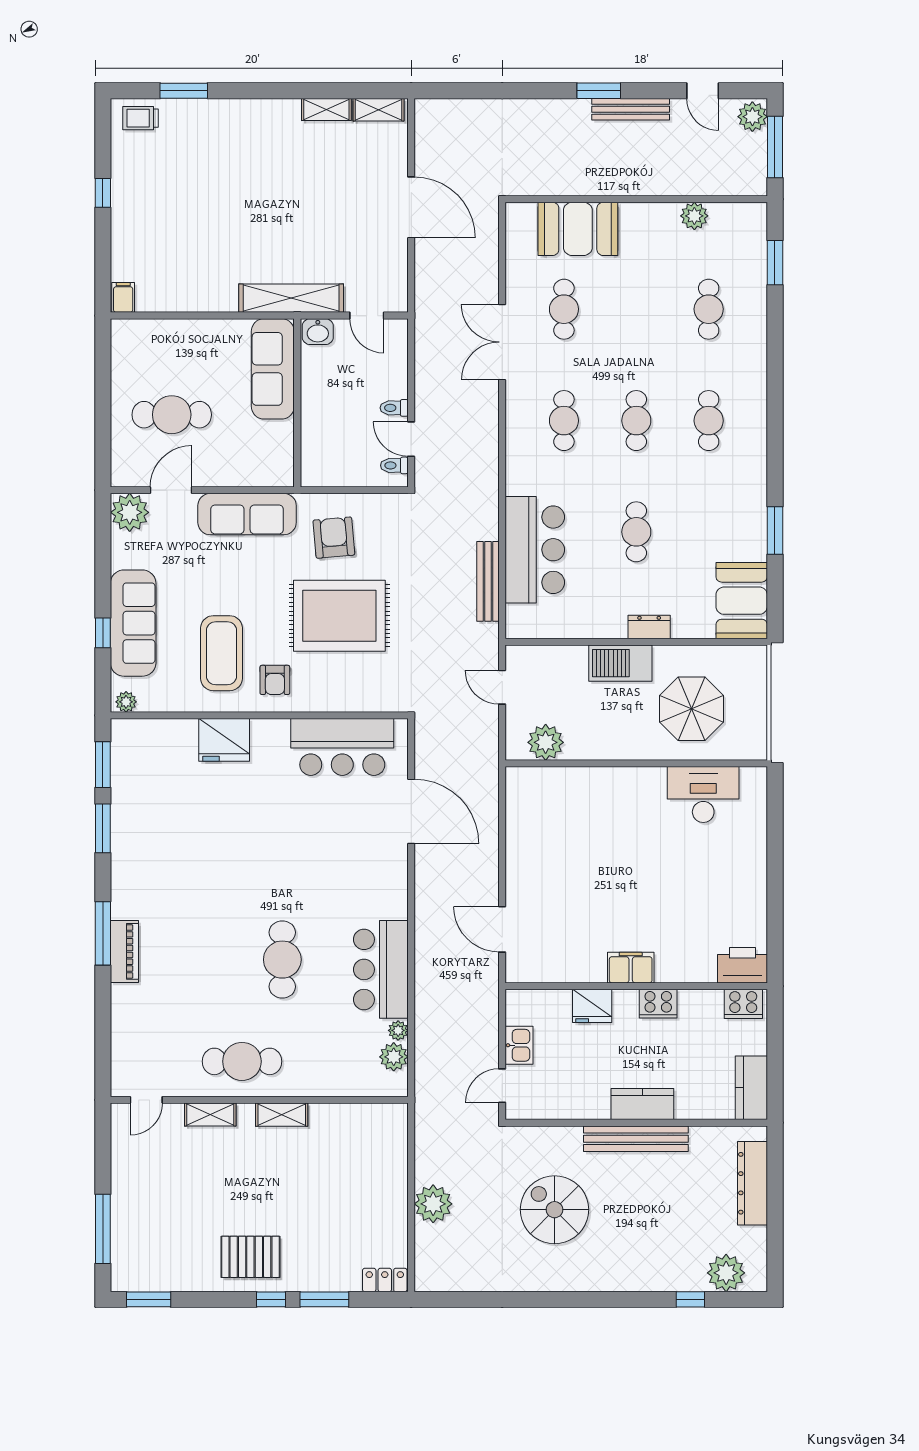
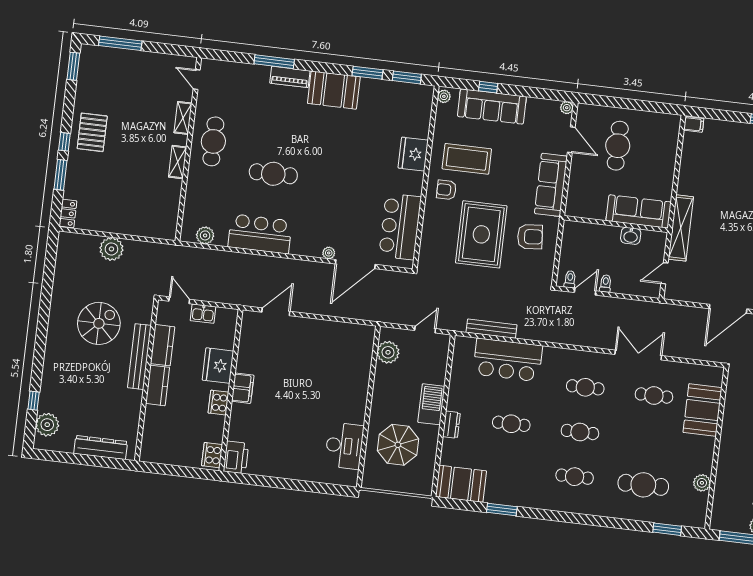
cafe table: (709, 309) -> (643, 485), width x1.37, depth x1.35
washbasin: (318, 332) -> (631, 236), moved, turned -90
plant: (130, 512) -> (567, 108), width x0.53, depth x0.53
booth: (137, 879) -> (334, 90), added
window: (103, 933) -> (274, 62), moved
fridge: (592, 1006) -> (218, 366), width x1.36, depth x1.34
plant: (398, 1030) -> (329, 253), moved
kitchen counter: (751, 1088) -> (163, 345), moved, turned 90
bench: (636, 1139) -> (139, 357), moved

